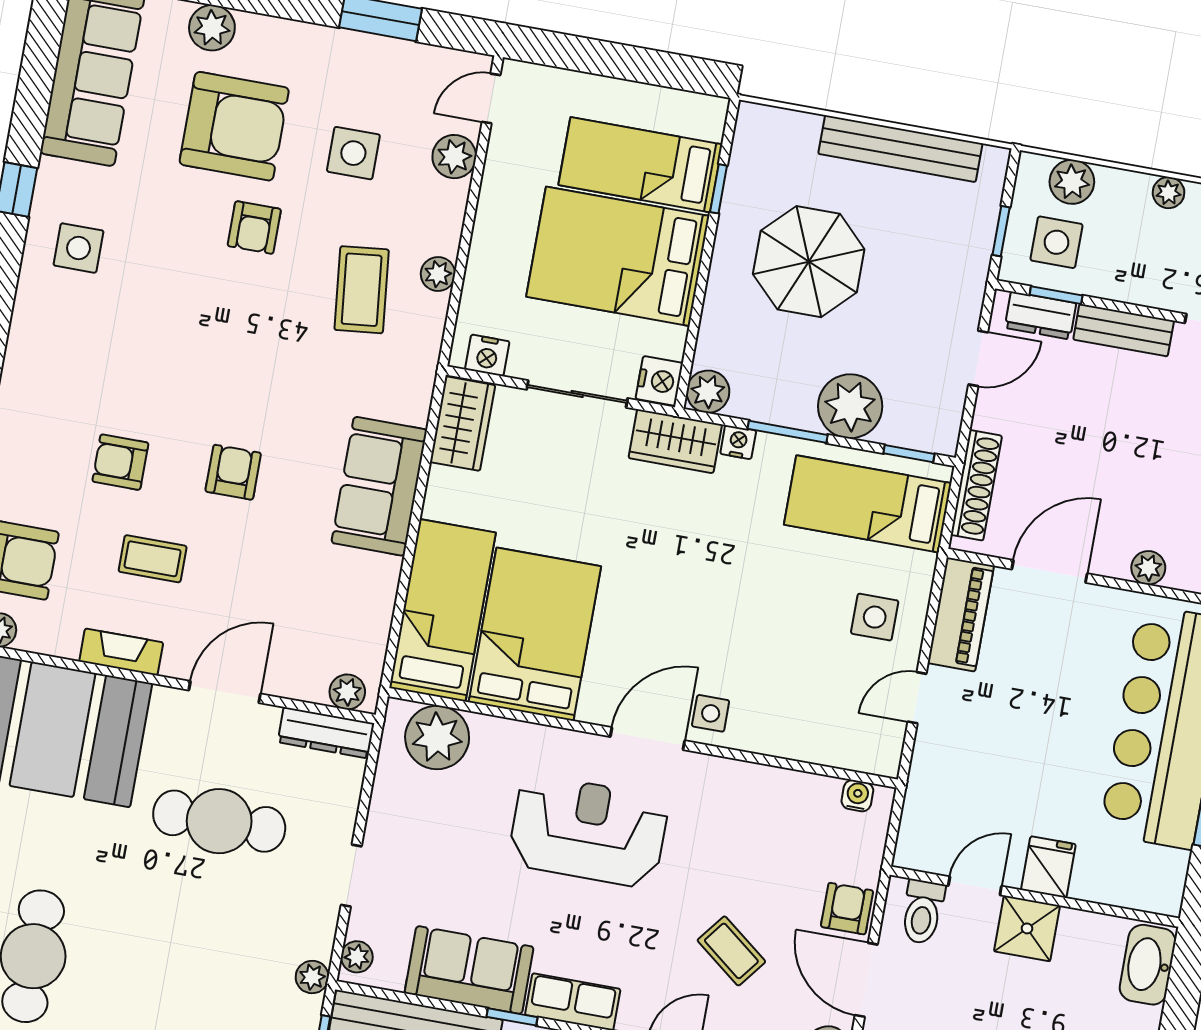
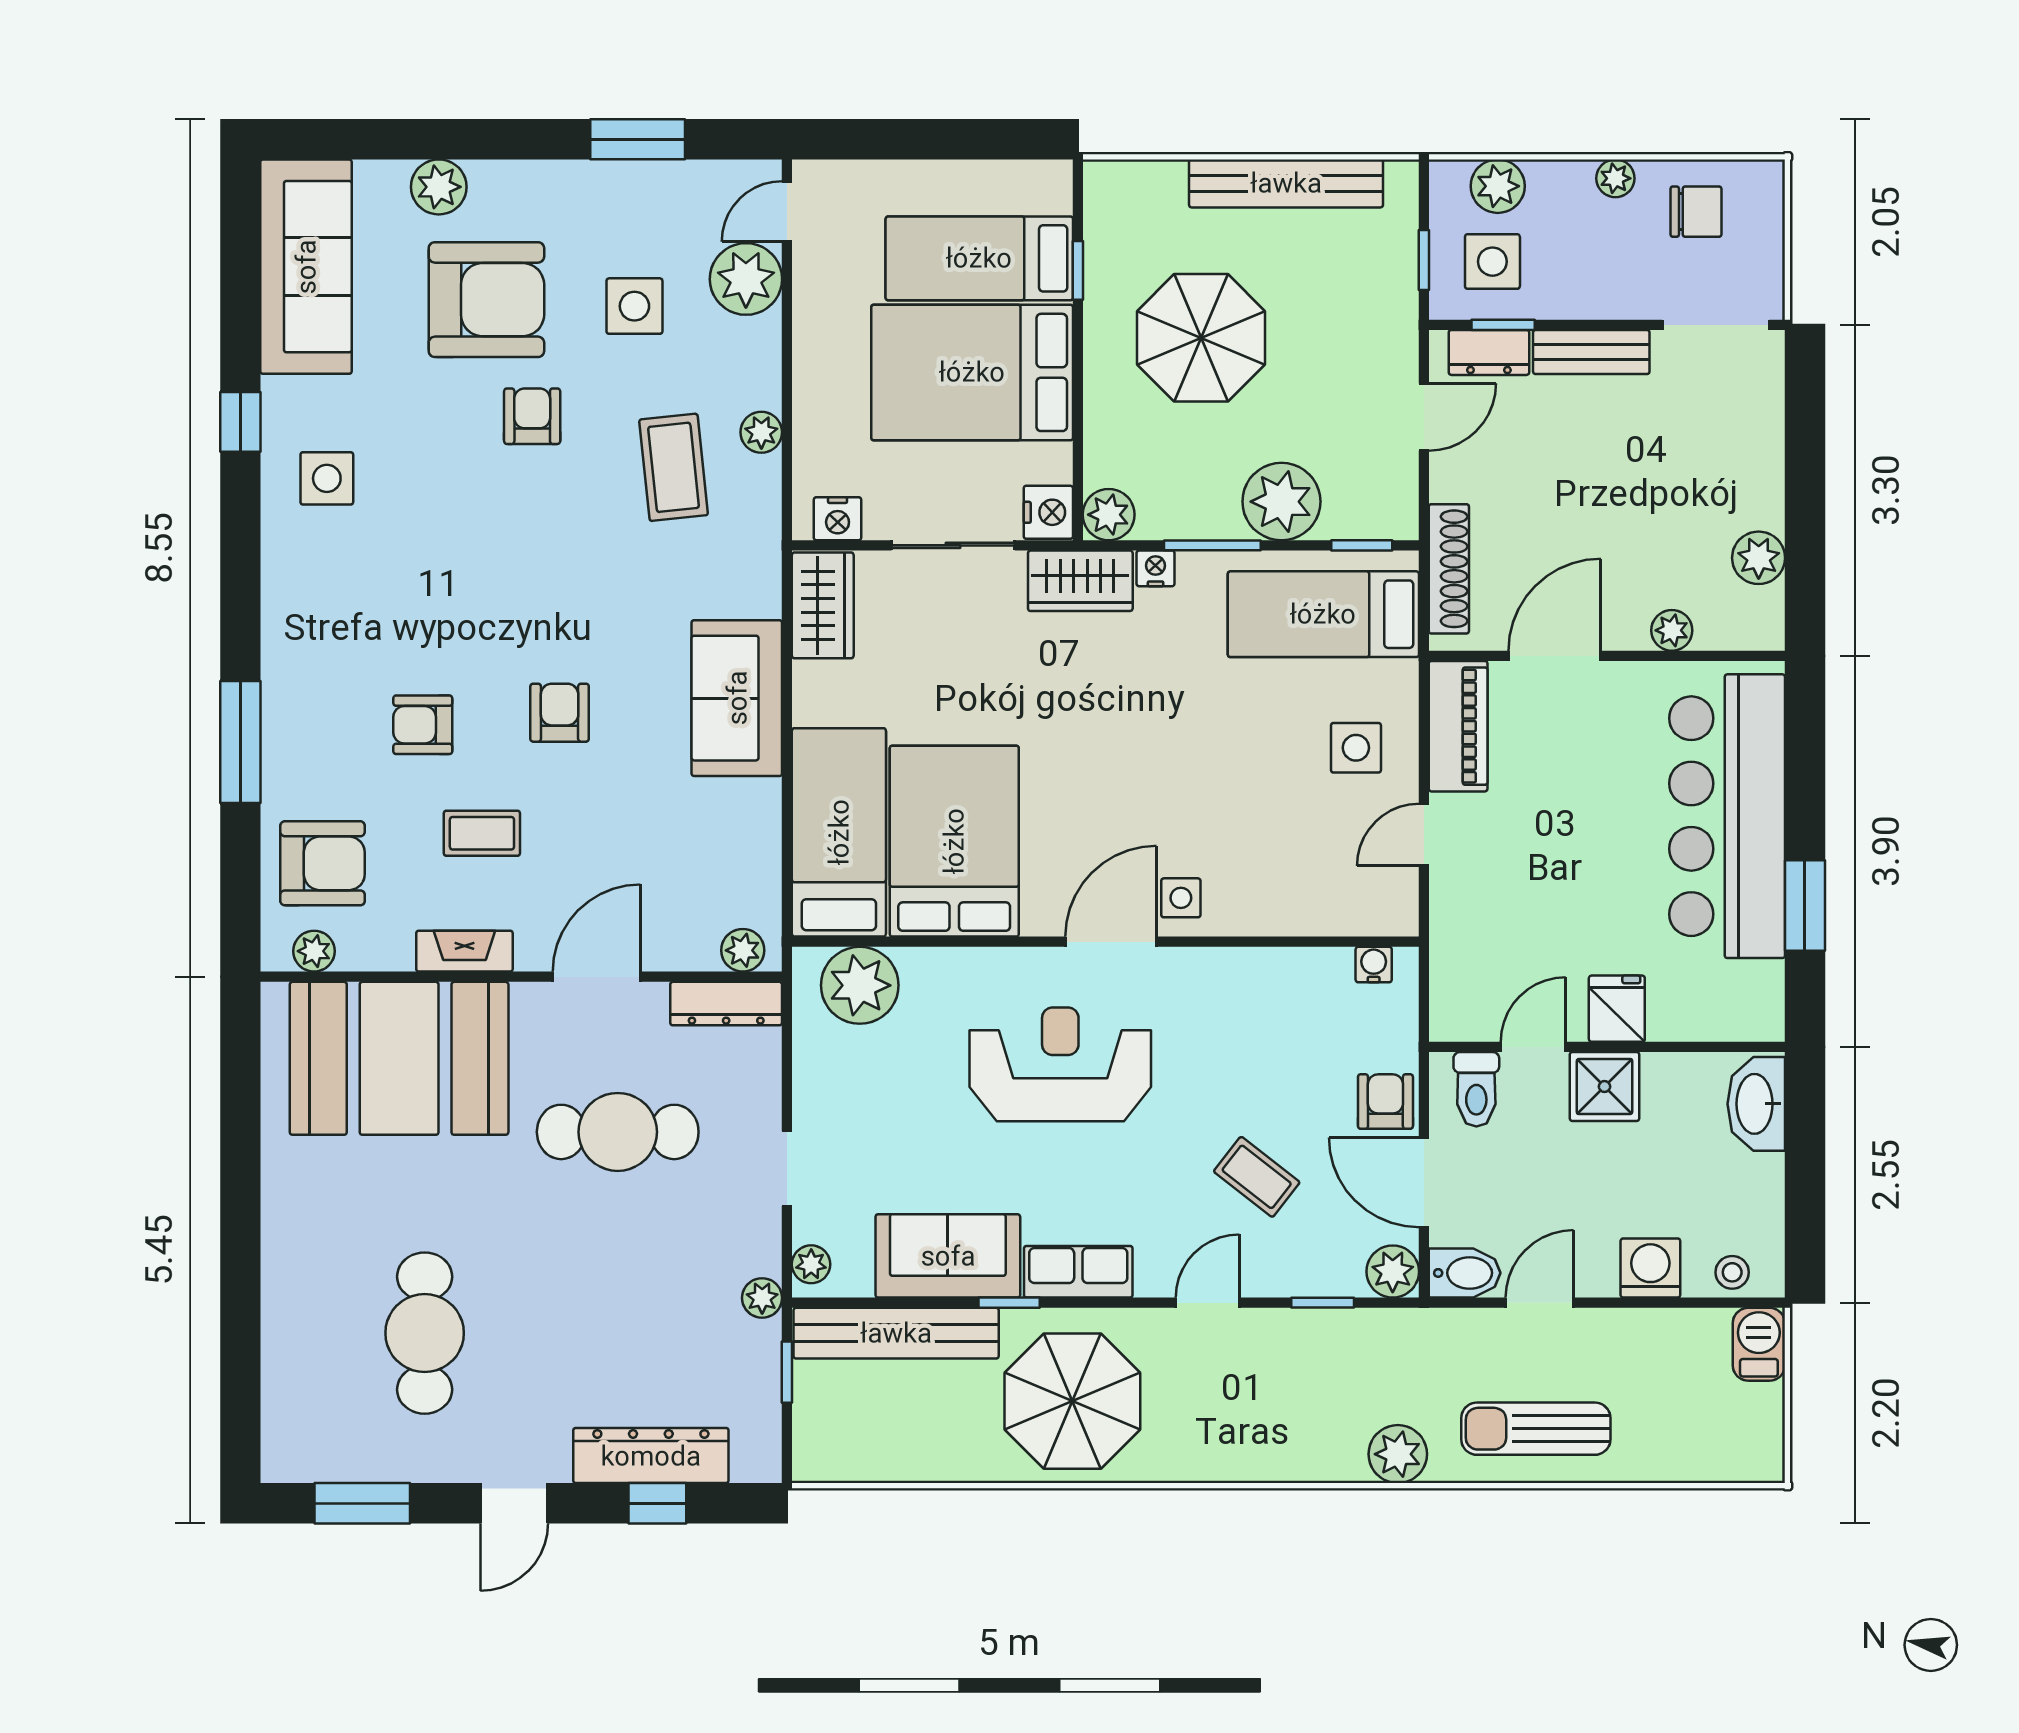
plant: (454, 157) -> (746, 279), width x1.36, depth x1.36
armchair: (254, 228) -> (532, 416), turned 180

